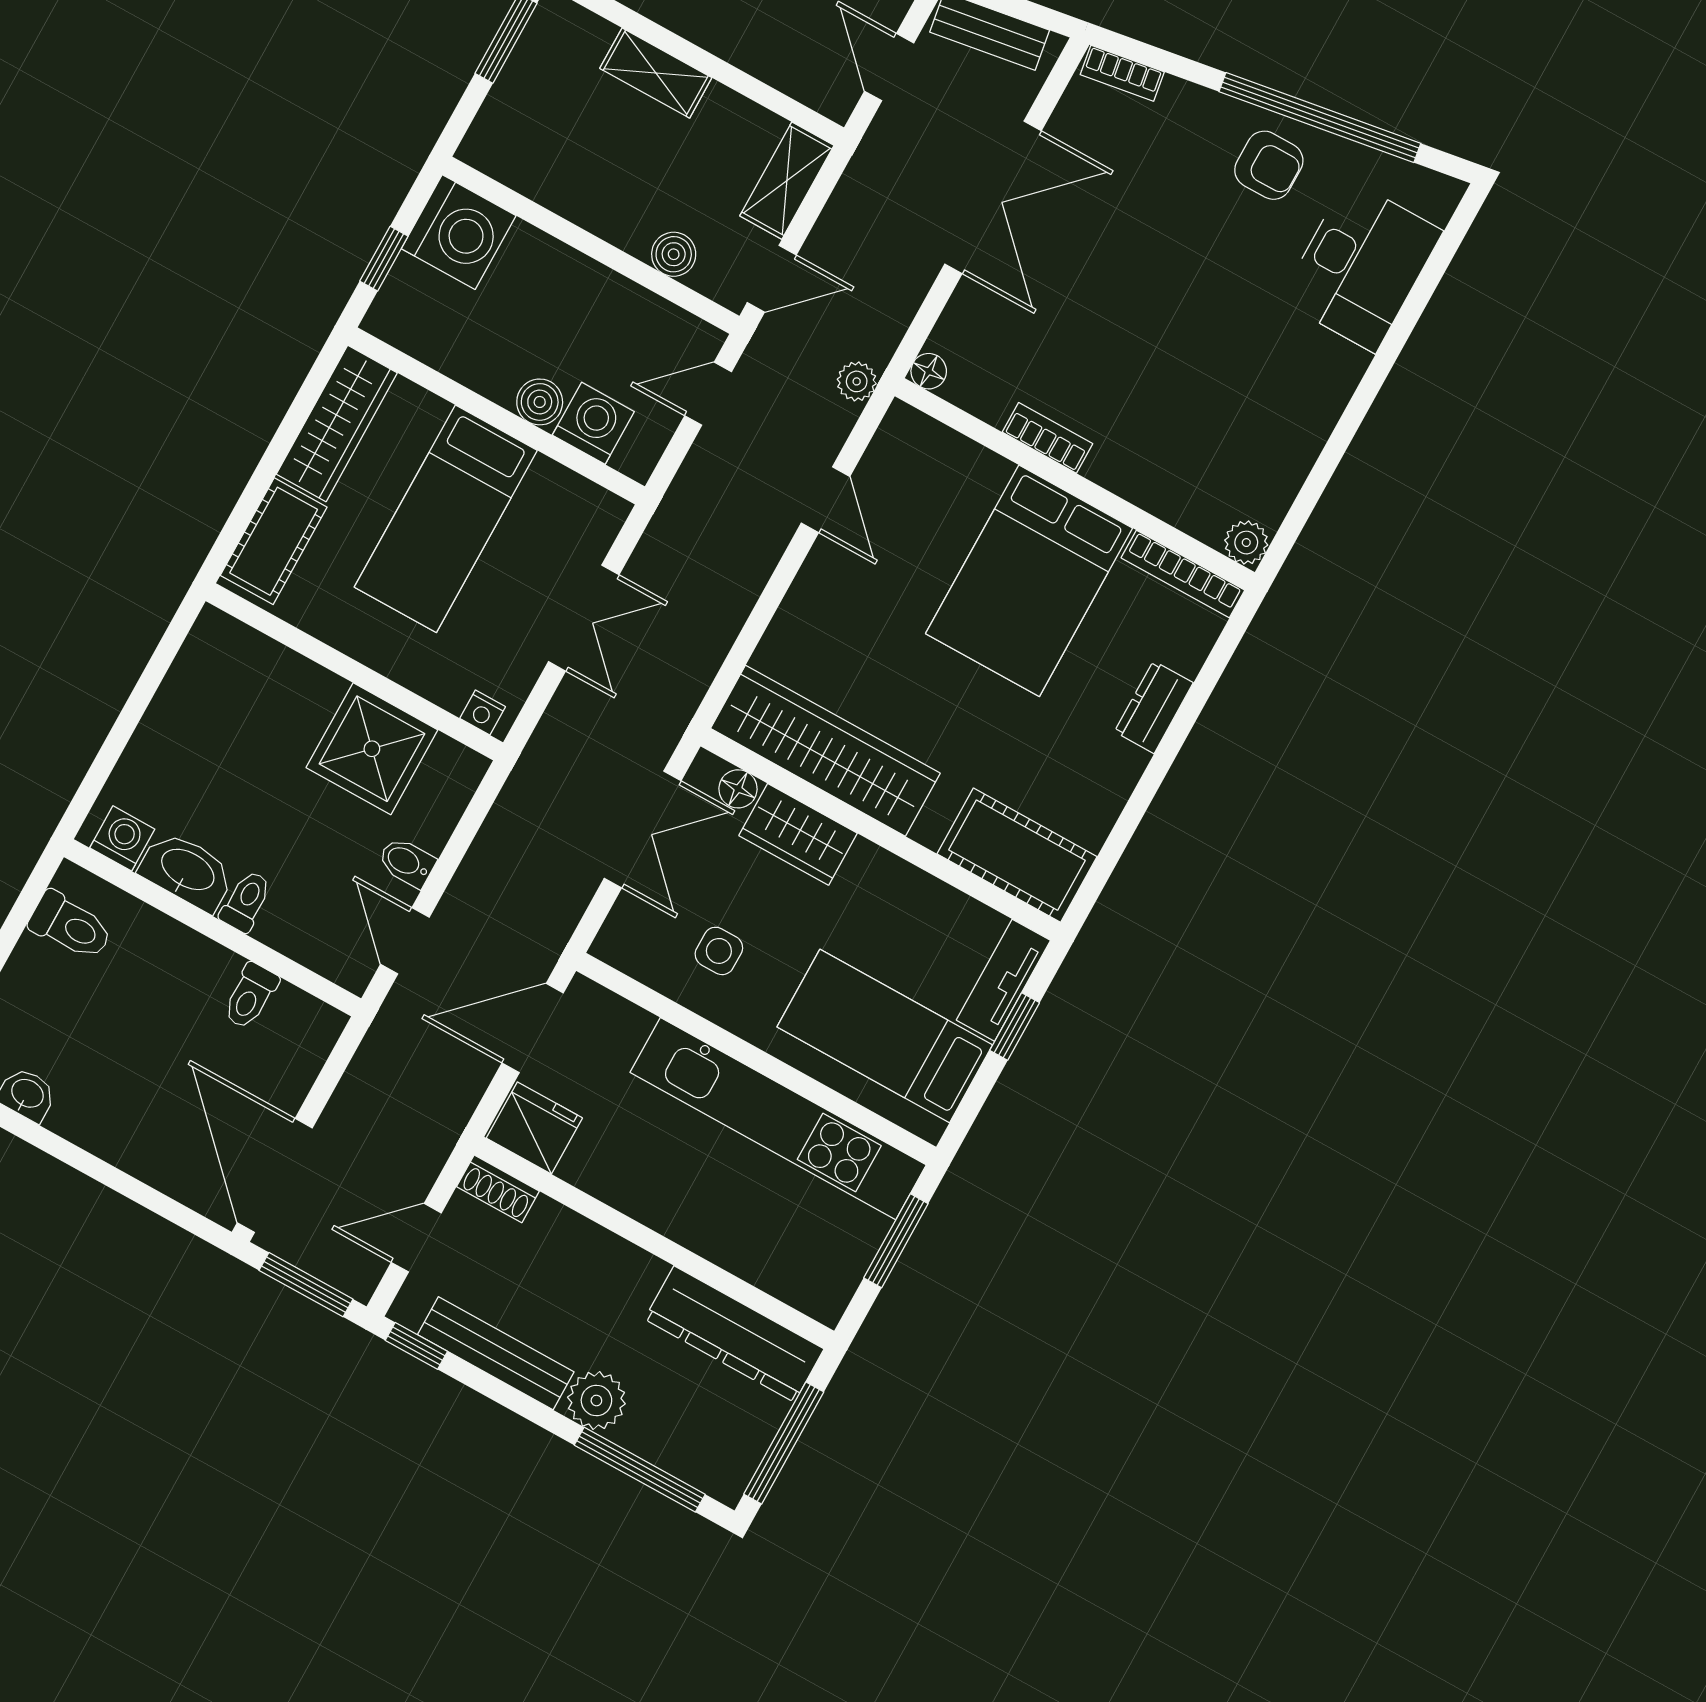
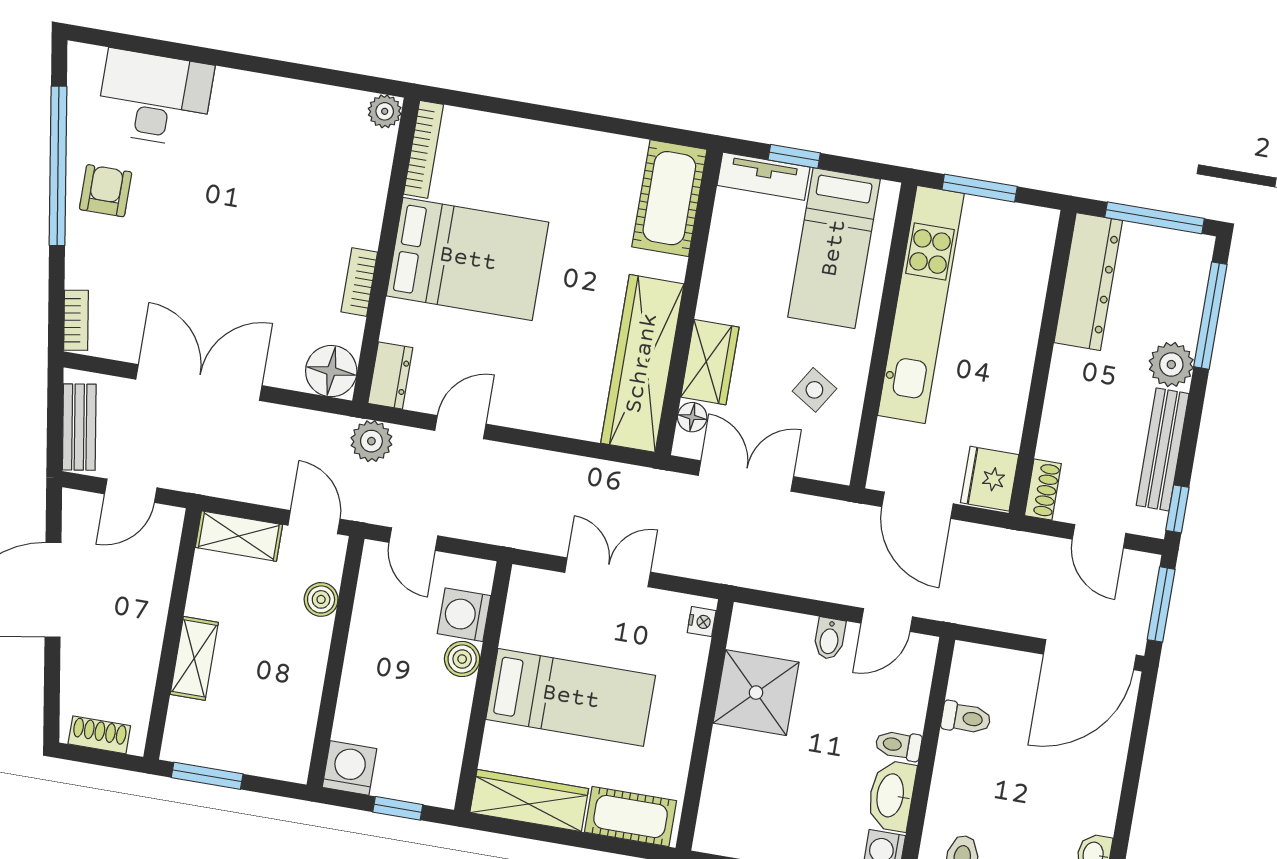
washing machine: (459, 232) -> (349, 768), width x0.73, depth x0.73
floor lamp: (929, 371) -> (331, 371), width x1.89, depth x1.89
plant: (857, 381) -> (371, 441), width x1.38, depth x1.38
dresser: (1154, 707) -> (390, 376), moved, turned -90
side table: (719, 951) -> (814, 390), turned 32

